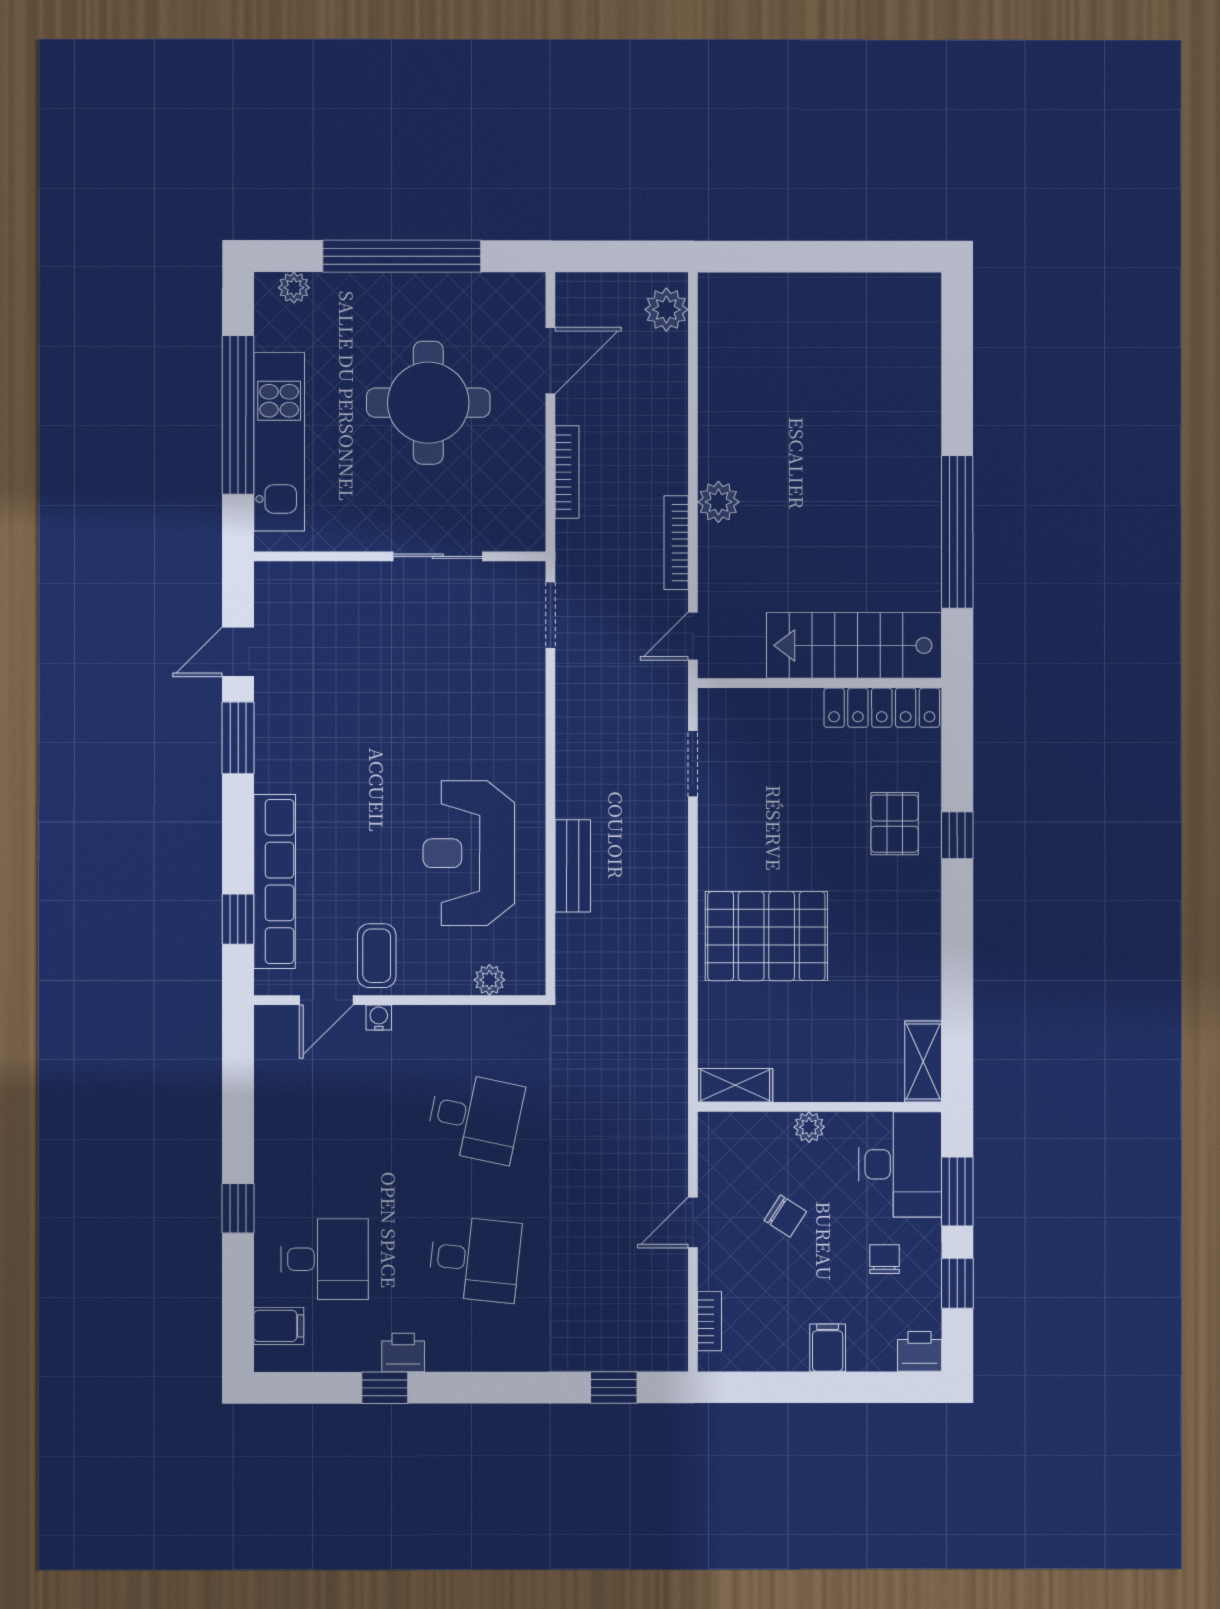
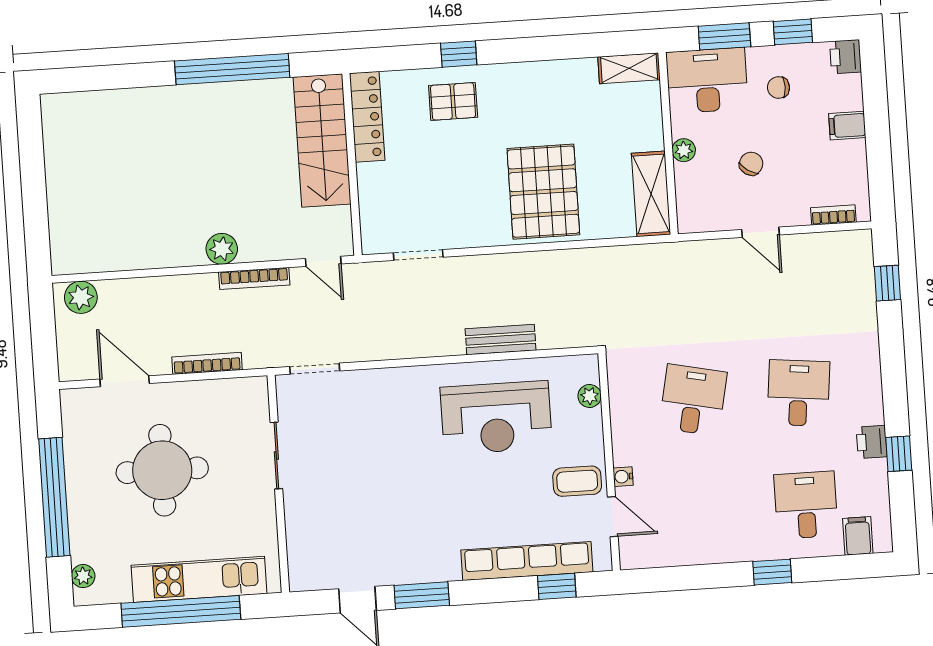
shelving: (735, 1085) -> (651, 194), width x1.50, depth x1.33

